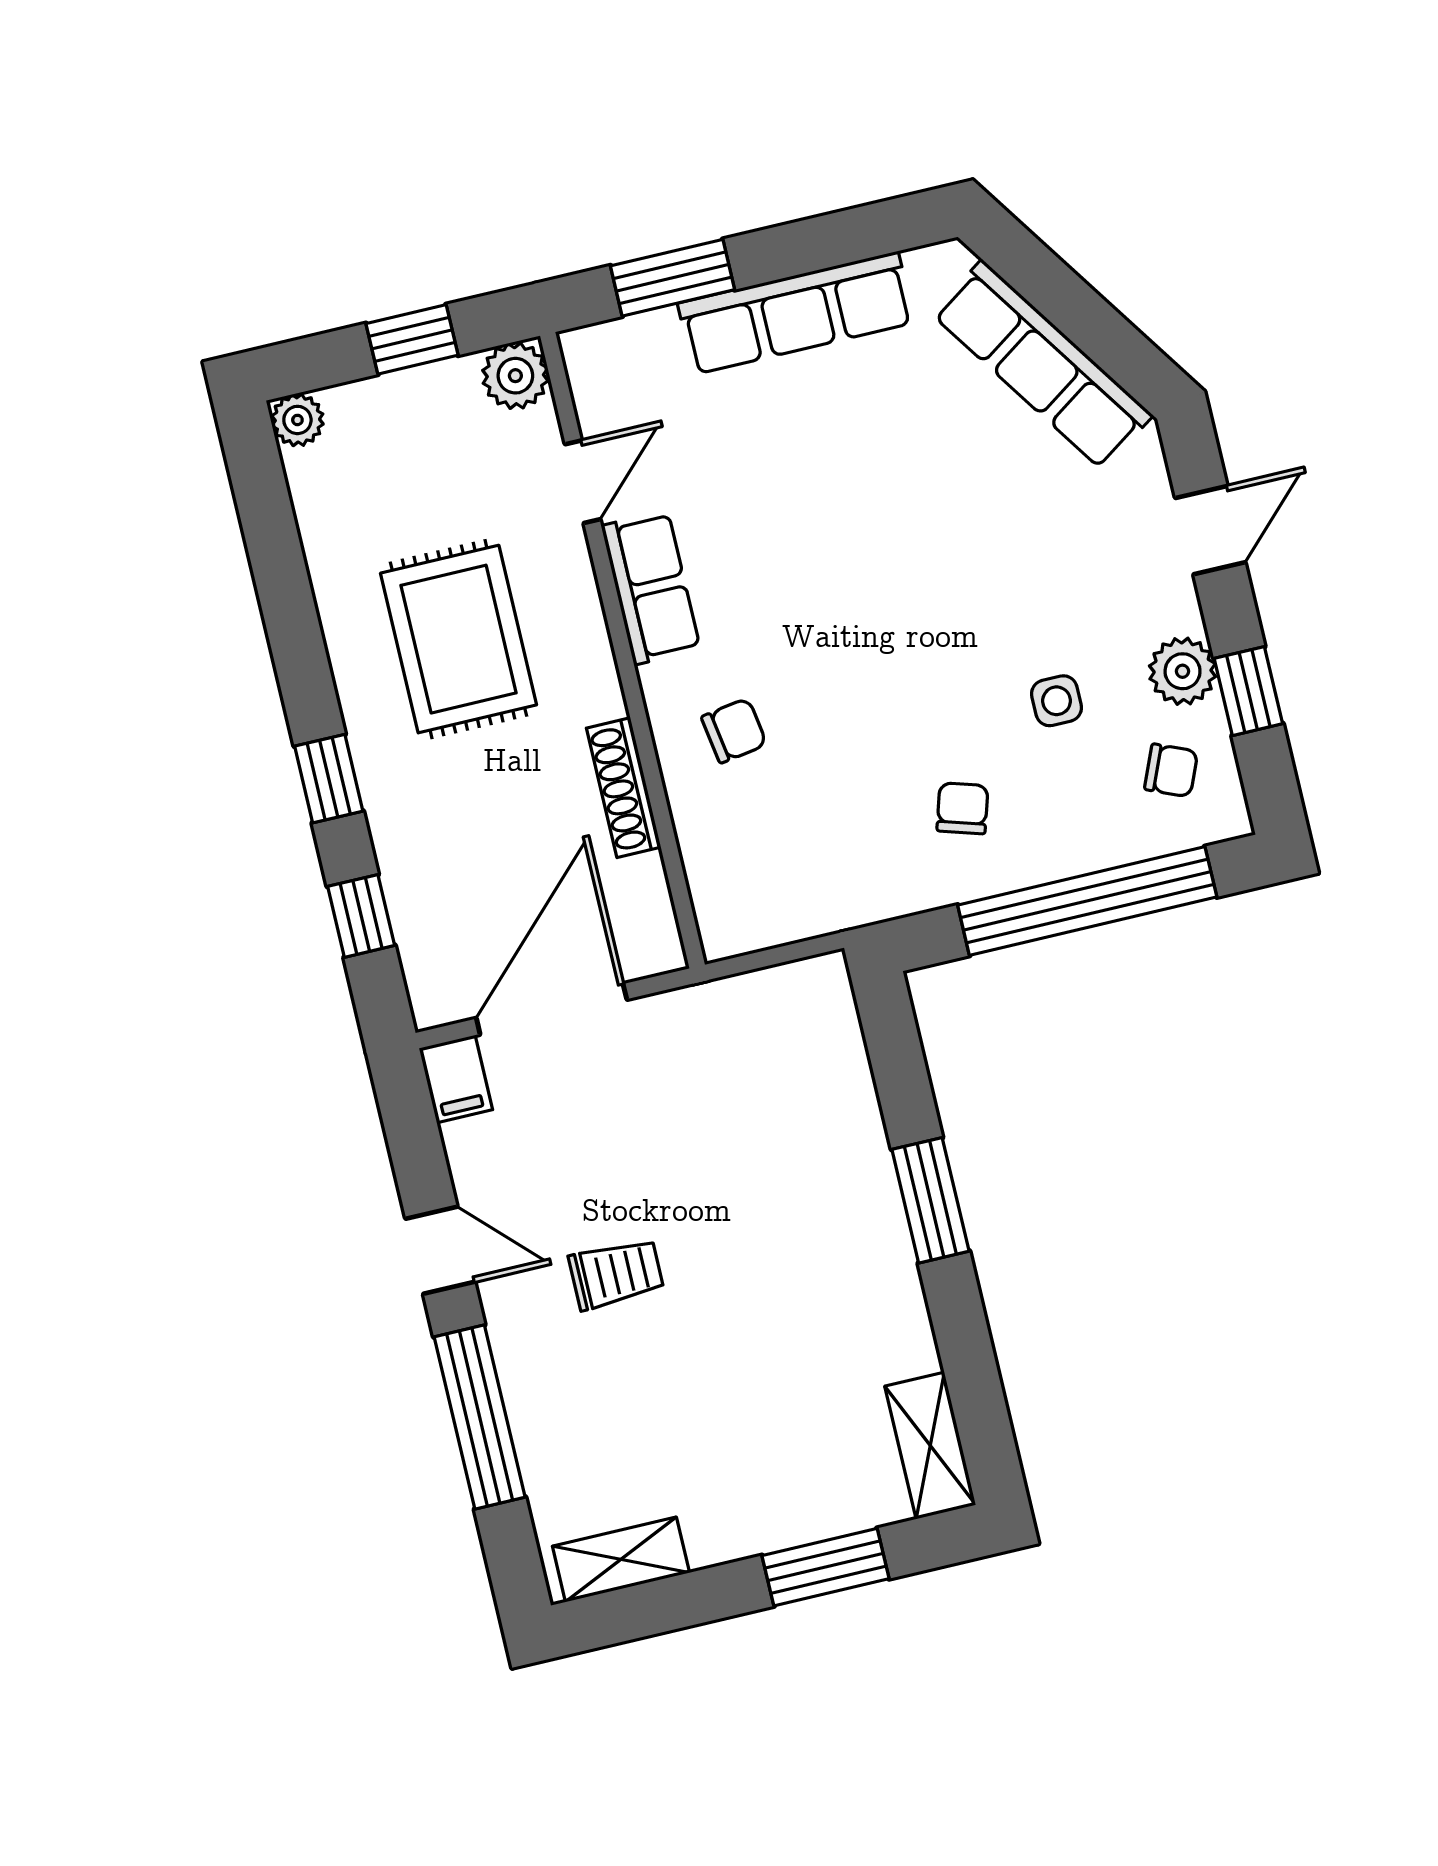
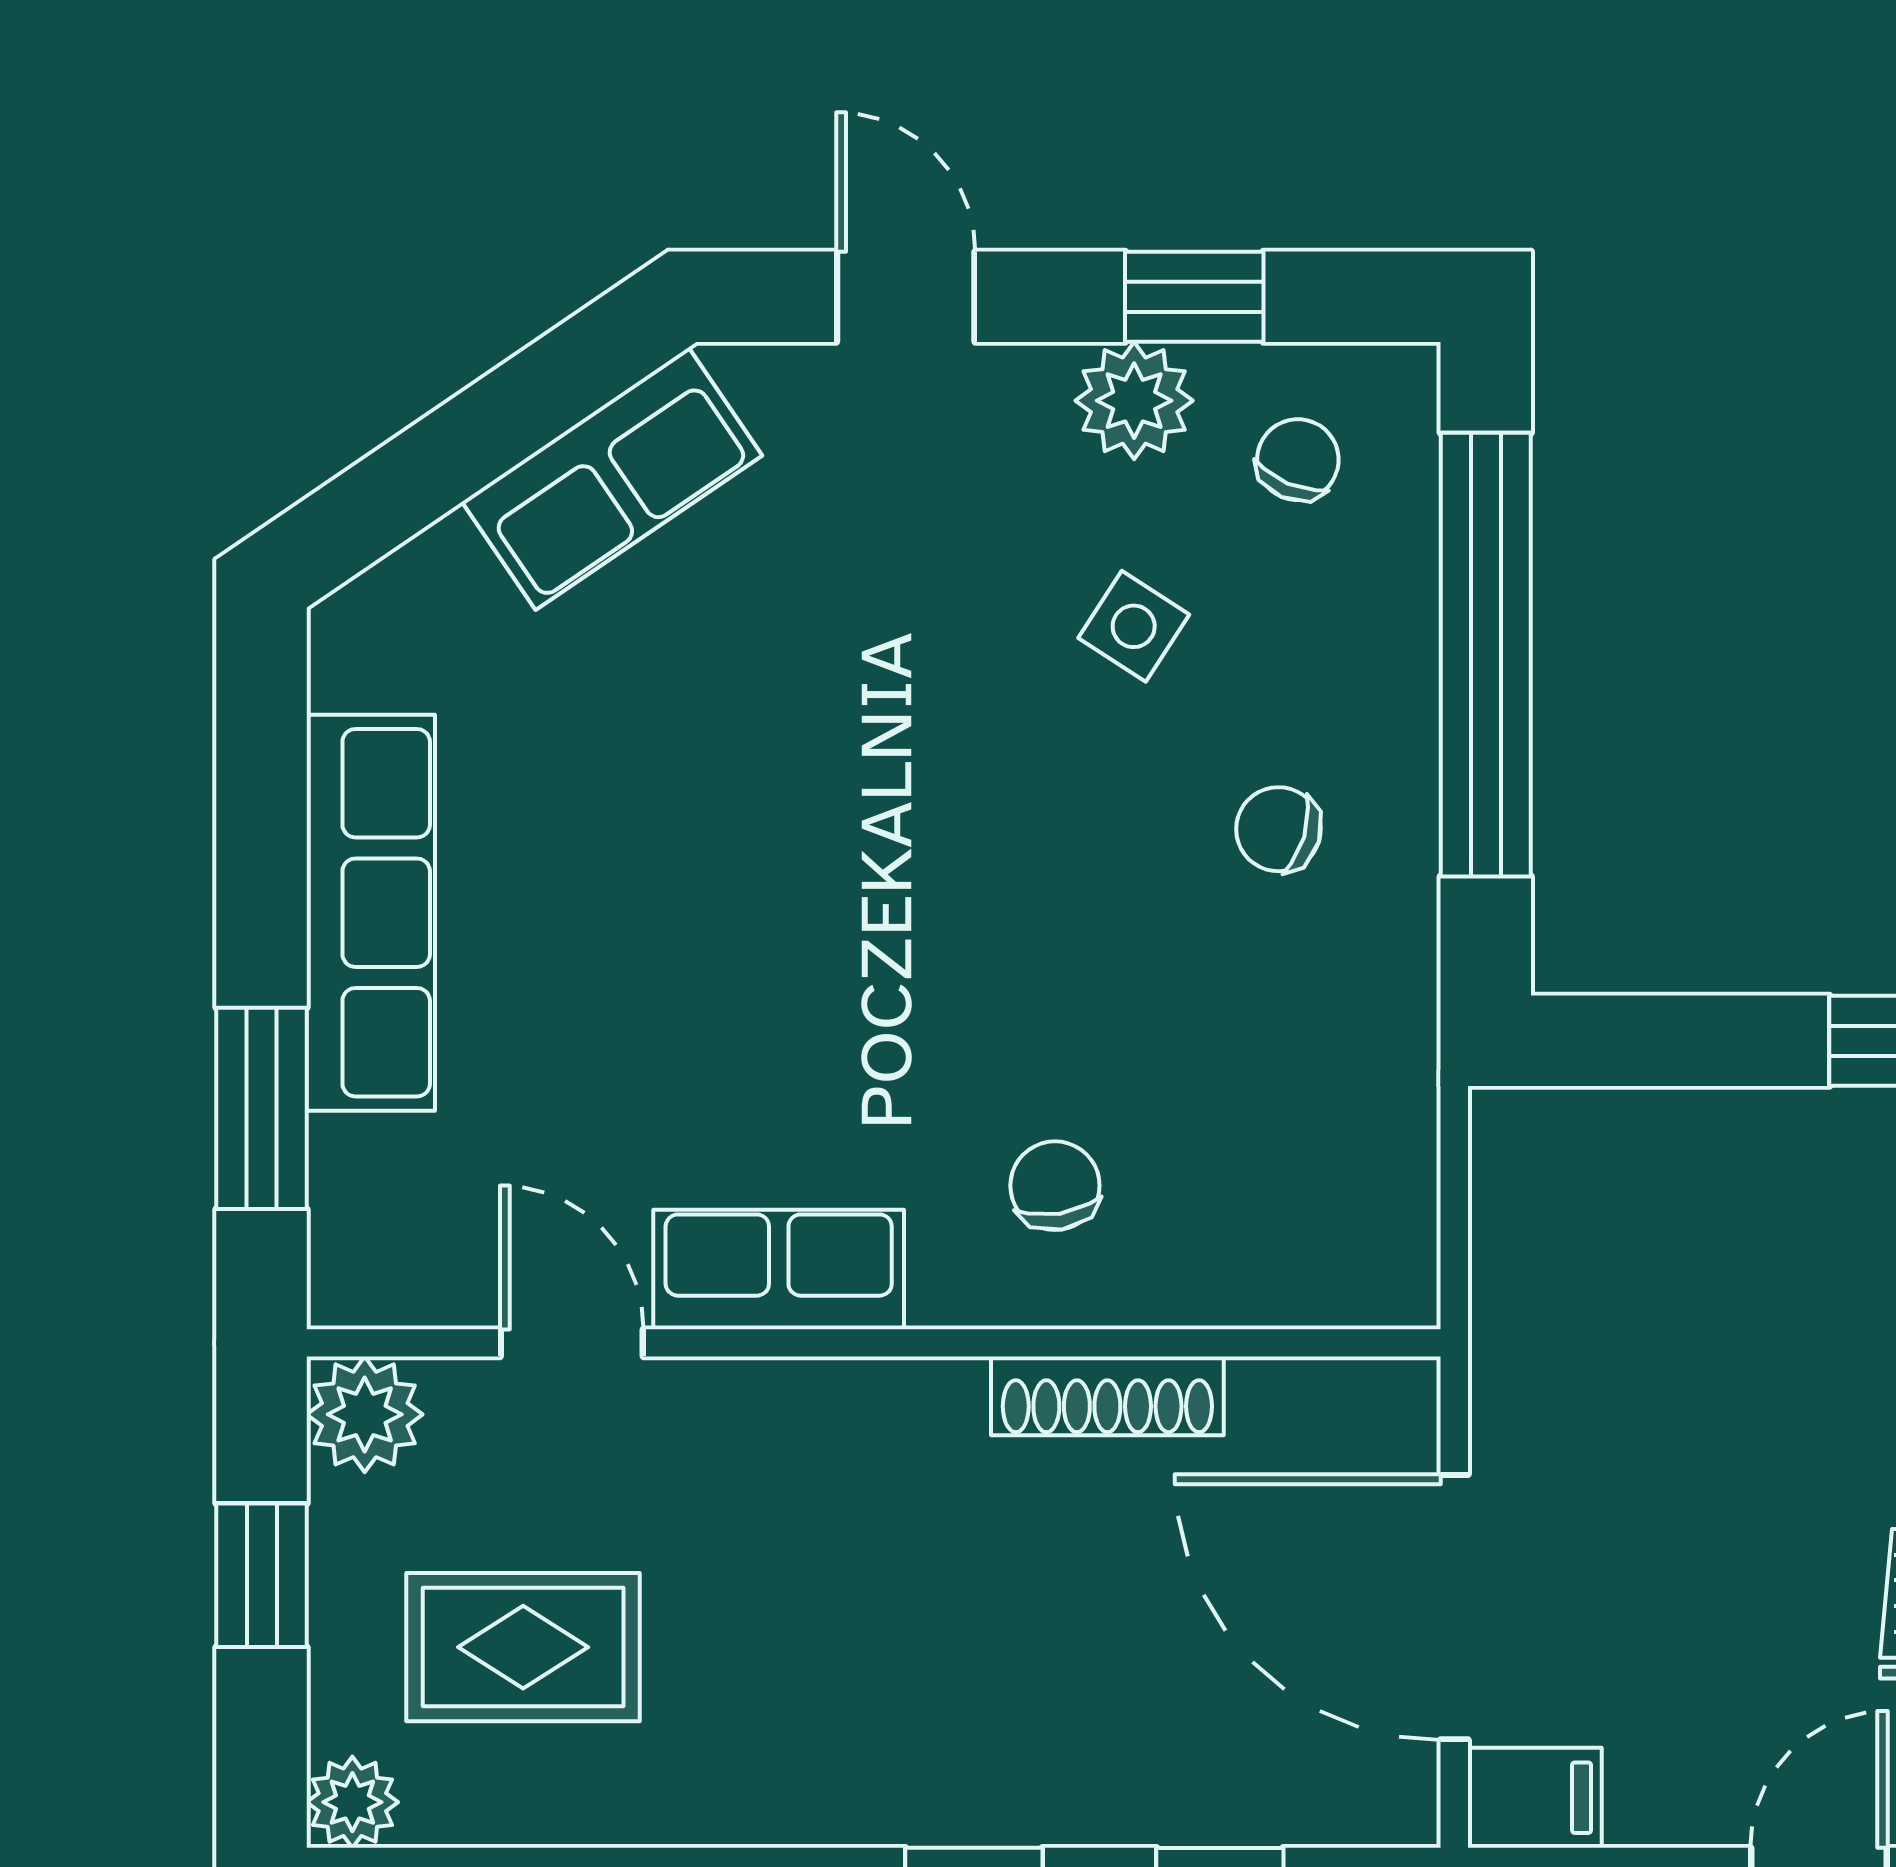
row of seats: (1042, 365) -> (612, 479), width x0.68
rug: (459, 639) -> (523, 1647), moved, width x0.73, depth x0.70
side table: (1057, 701) -> (1134, 626), turned 33

